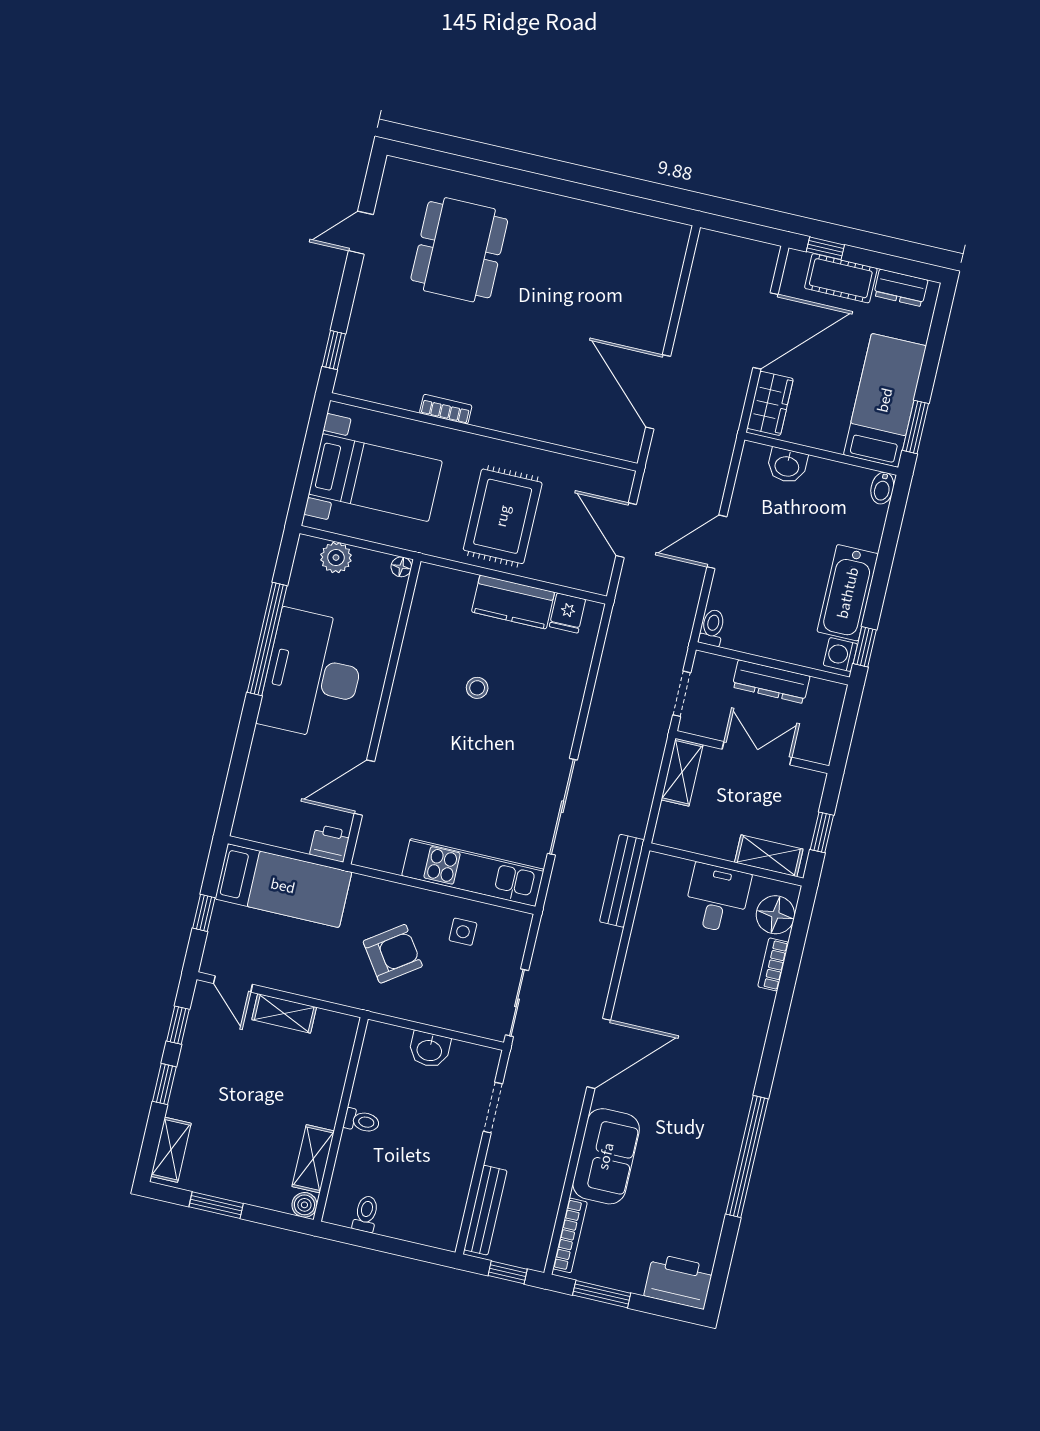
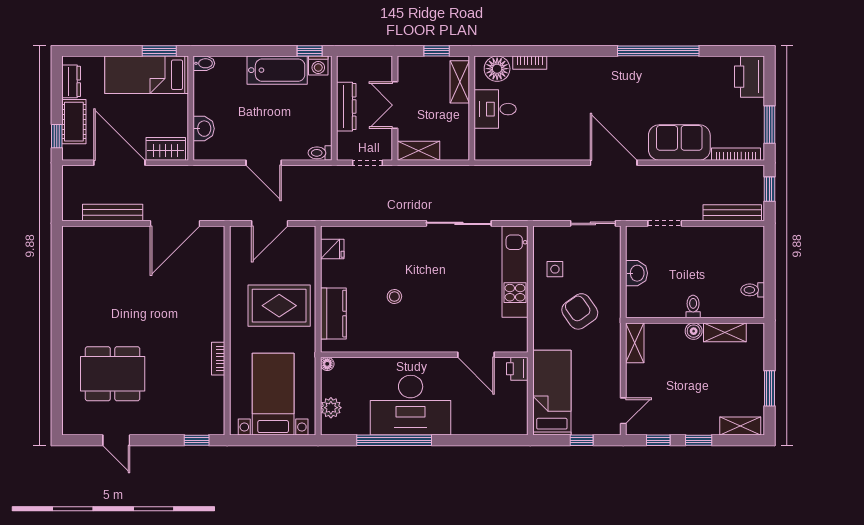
kitchen counter: (513, 602) -> (333, 314), moved
bench: (622, 881) -> (113, 212), moved
shelving: (284, 1013) -> (635, 343), moved
boiler: (304, 1205) -> (694, 331), moved

